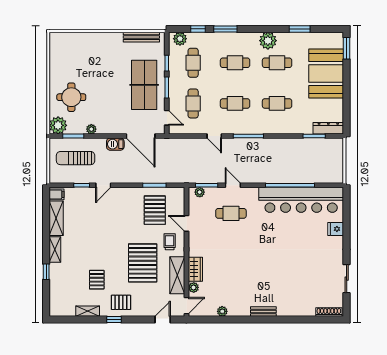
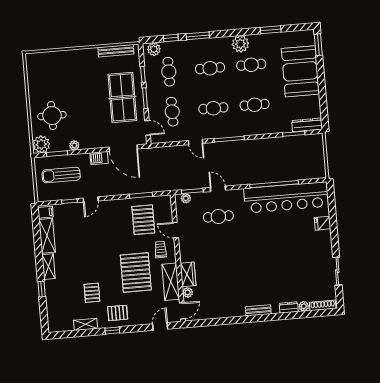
plant: (222, 311) -> (304, 306), moved
dresser: (294, 311) -> (289, 307), added

